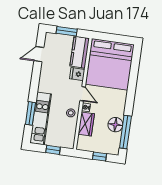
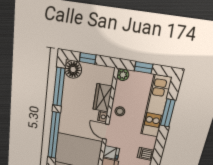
dishwasher: (46, 75) -> (146, 154), added
window: (132, 87) -> (54, 135), added
floor lamp: (115, 125) -> (73, 69), moved
plant: (70, 144) -> (123, 75), added

